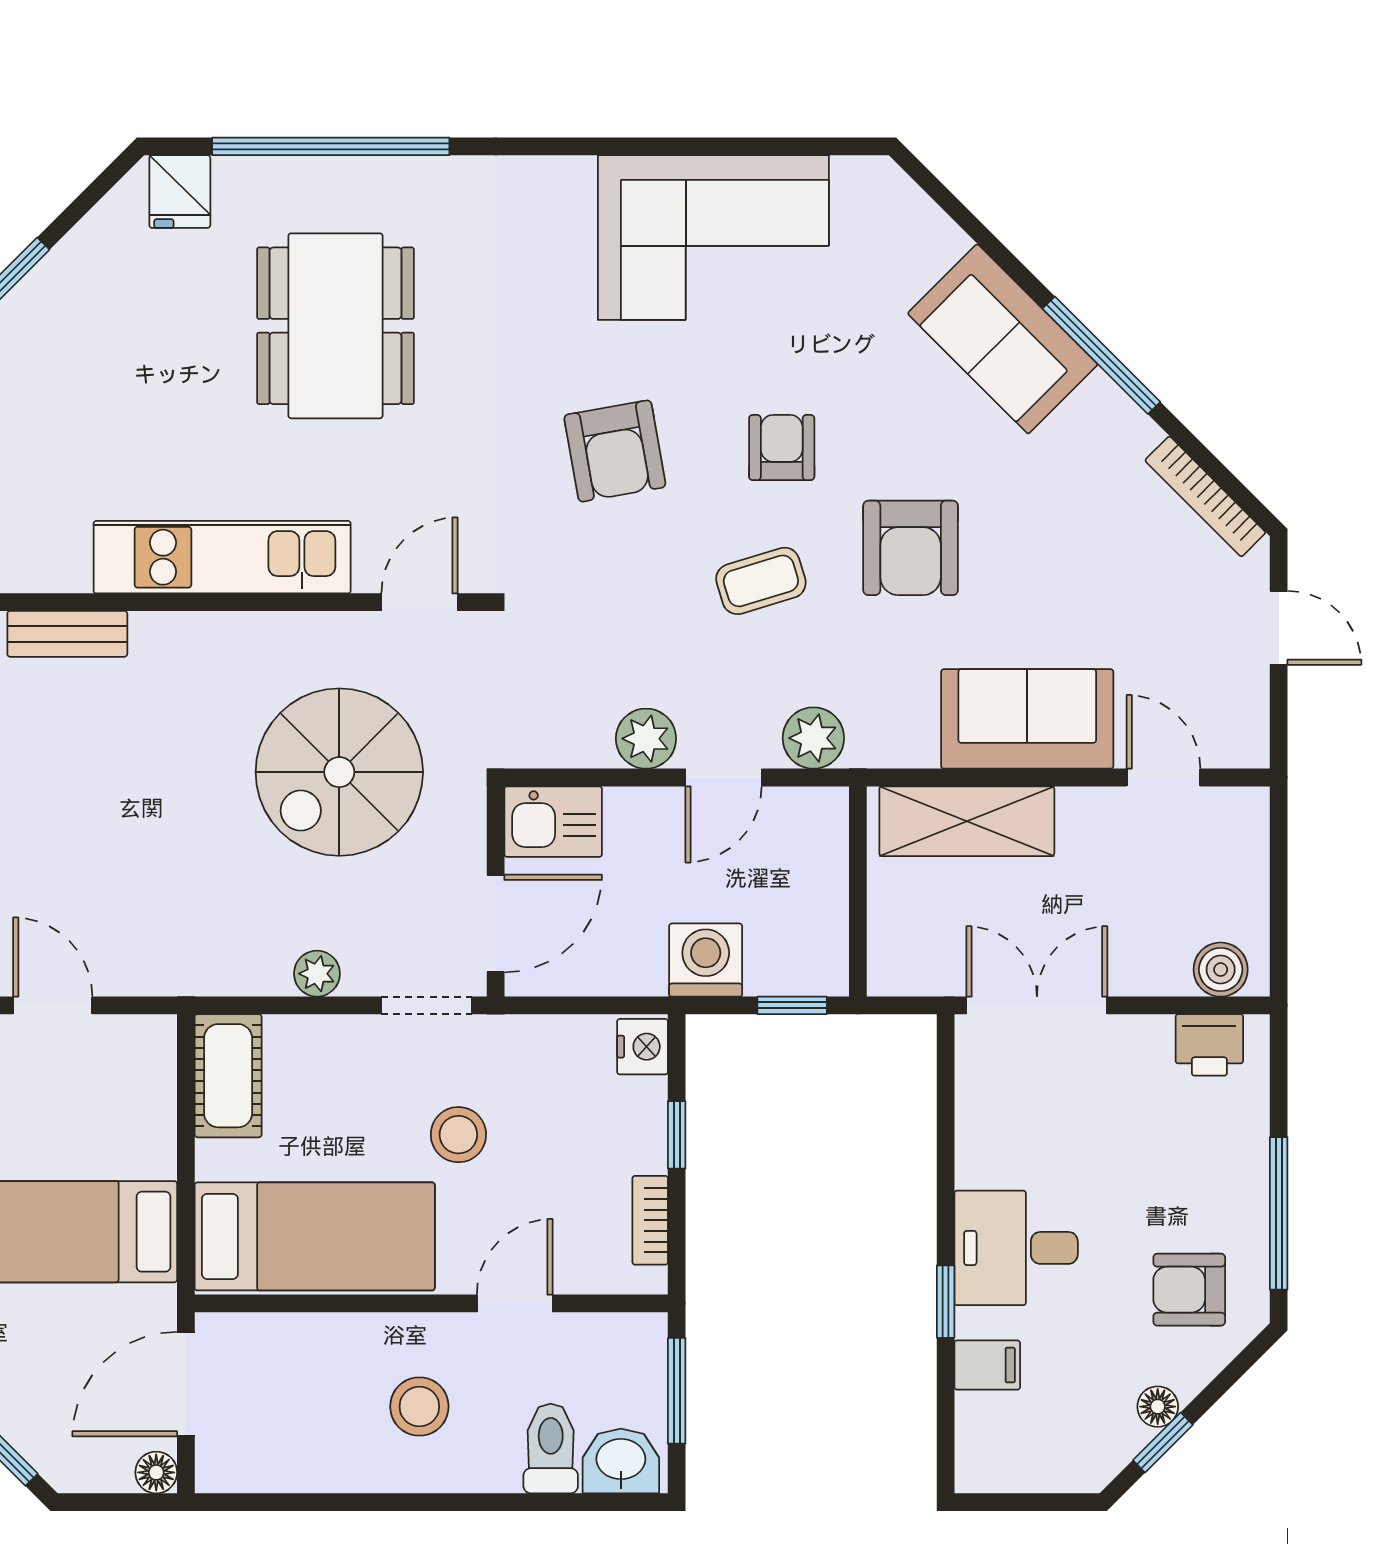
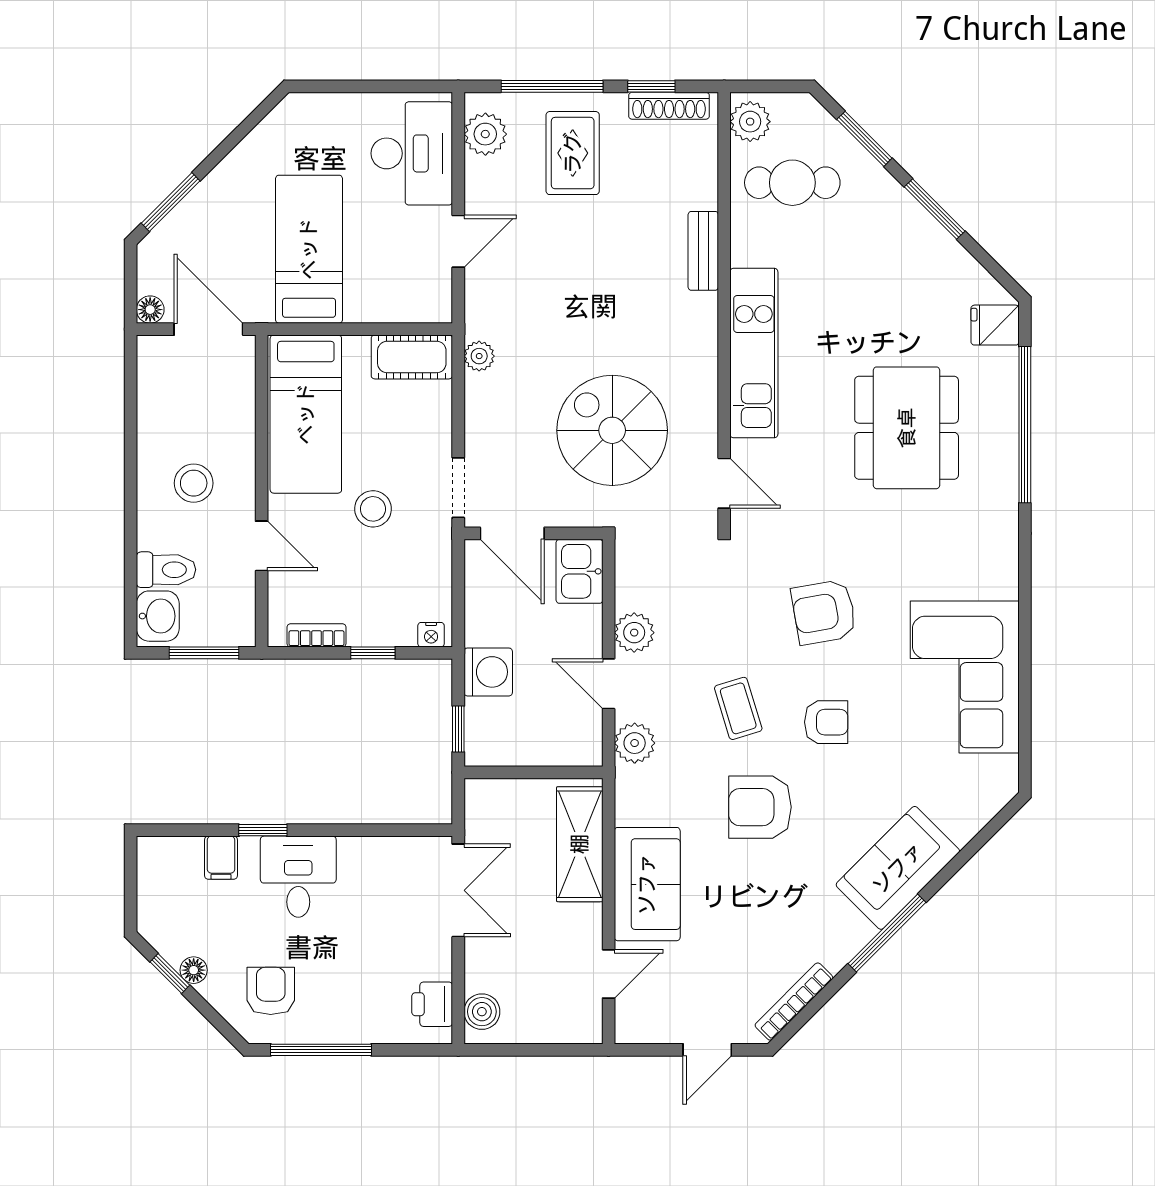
dining table: (335, 326) -> (907, 428), turned 90
plant: (317, 974) -> (479, 356), moved
nightstand: (642, 1047) -> (431, 635), width x0.72, depth x0.74

